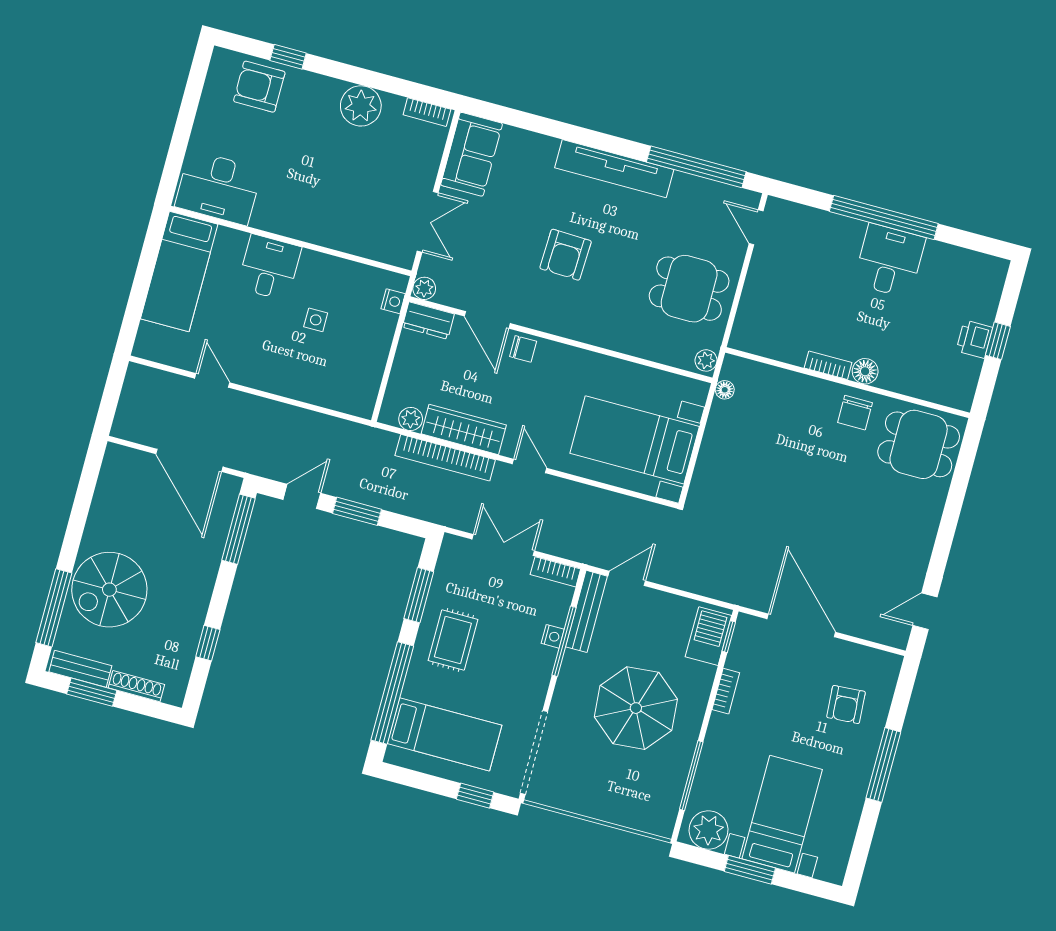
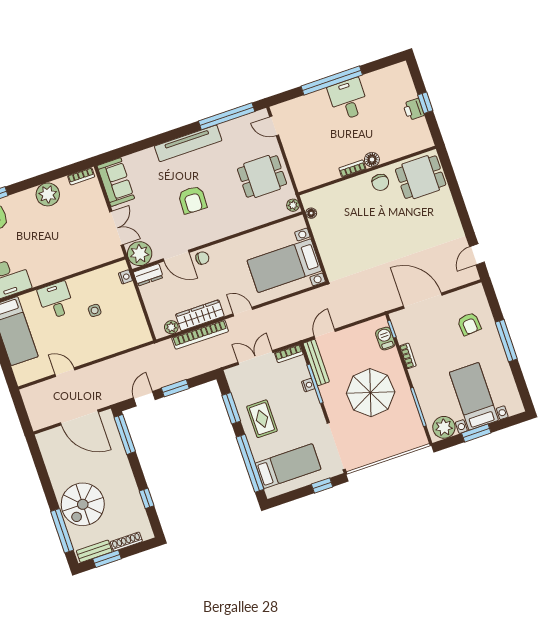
plant: (424, 288) -> (140, 254), width x1.87, depth x1.87
barbecue: (708, 636) -> (385, 339), width x0.73, depth x0.79

